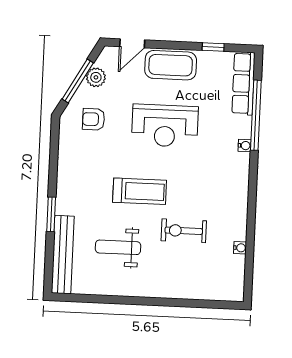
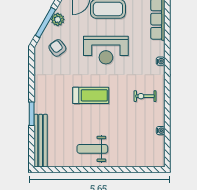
window: (256, 115) -> (167, 40), removed
armchair: (94, 119) -> (57, 48), turned 53
exercise bike: (184, 231) -> (145, 96), moved, width x0.73, depth x0.72
weight bench: (118, 247) -> (92, 149), moved

